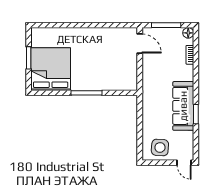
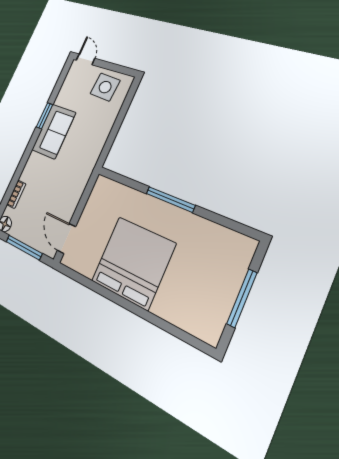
window: (29, 58) -> (242, 298), width x1.44
bed: (51, 69) -> (133, 262), moved, turned 180
sofa: (183, 106) -> (54, 131), width x0.73

